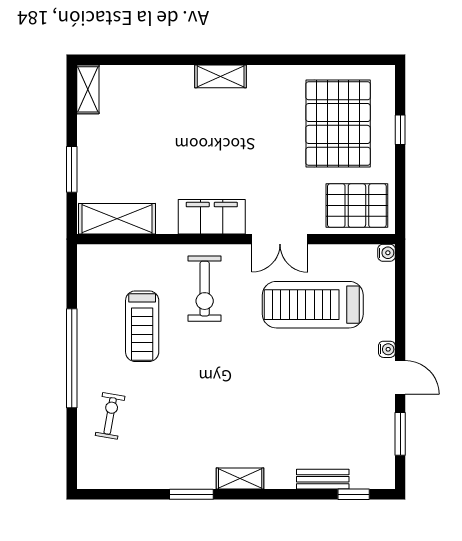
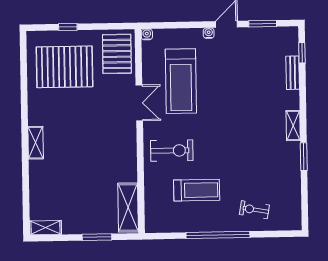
filing cabinet: (212, 217) -> (126, 147), removed

